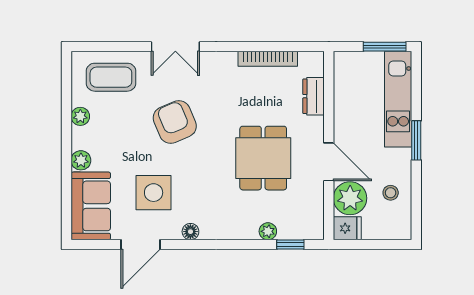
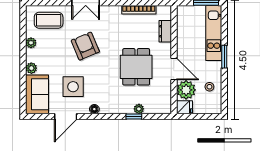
window: (290, 245) -> (134, 117), moved

